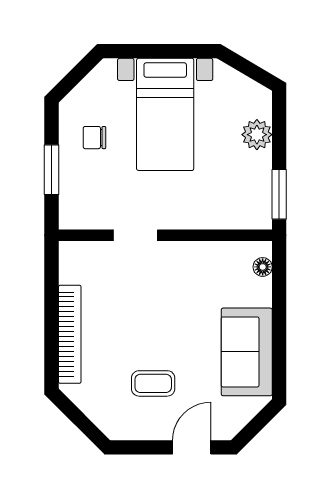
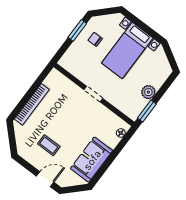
plant: (257, 135) -> (148, 92), moved
window: (52, 170) -> (77, 30), moved
doorway: (135, 235) -> (93, 94), moved

